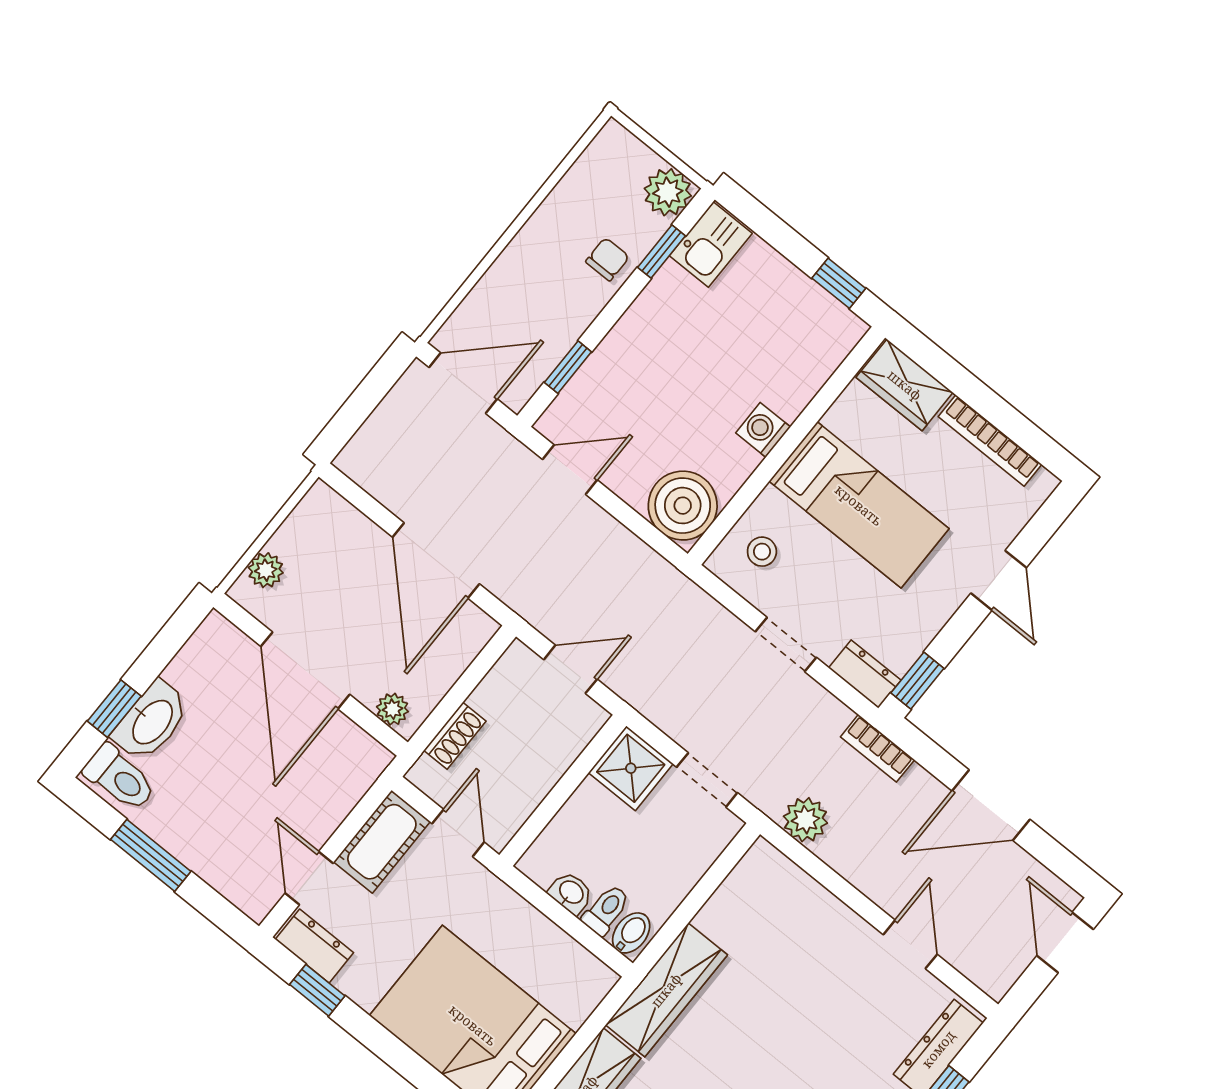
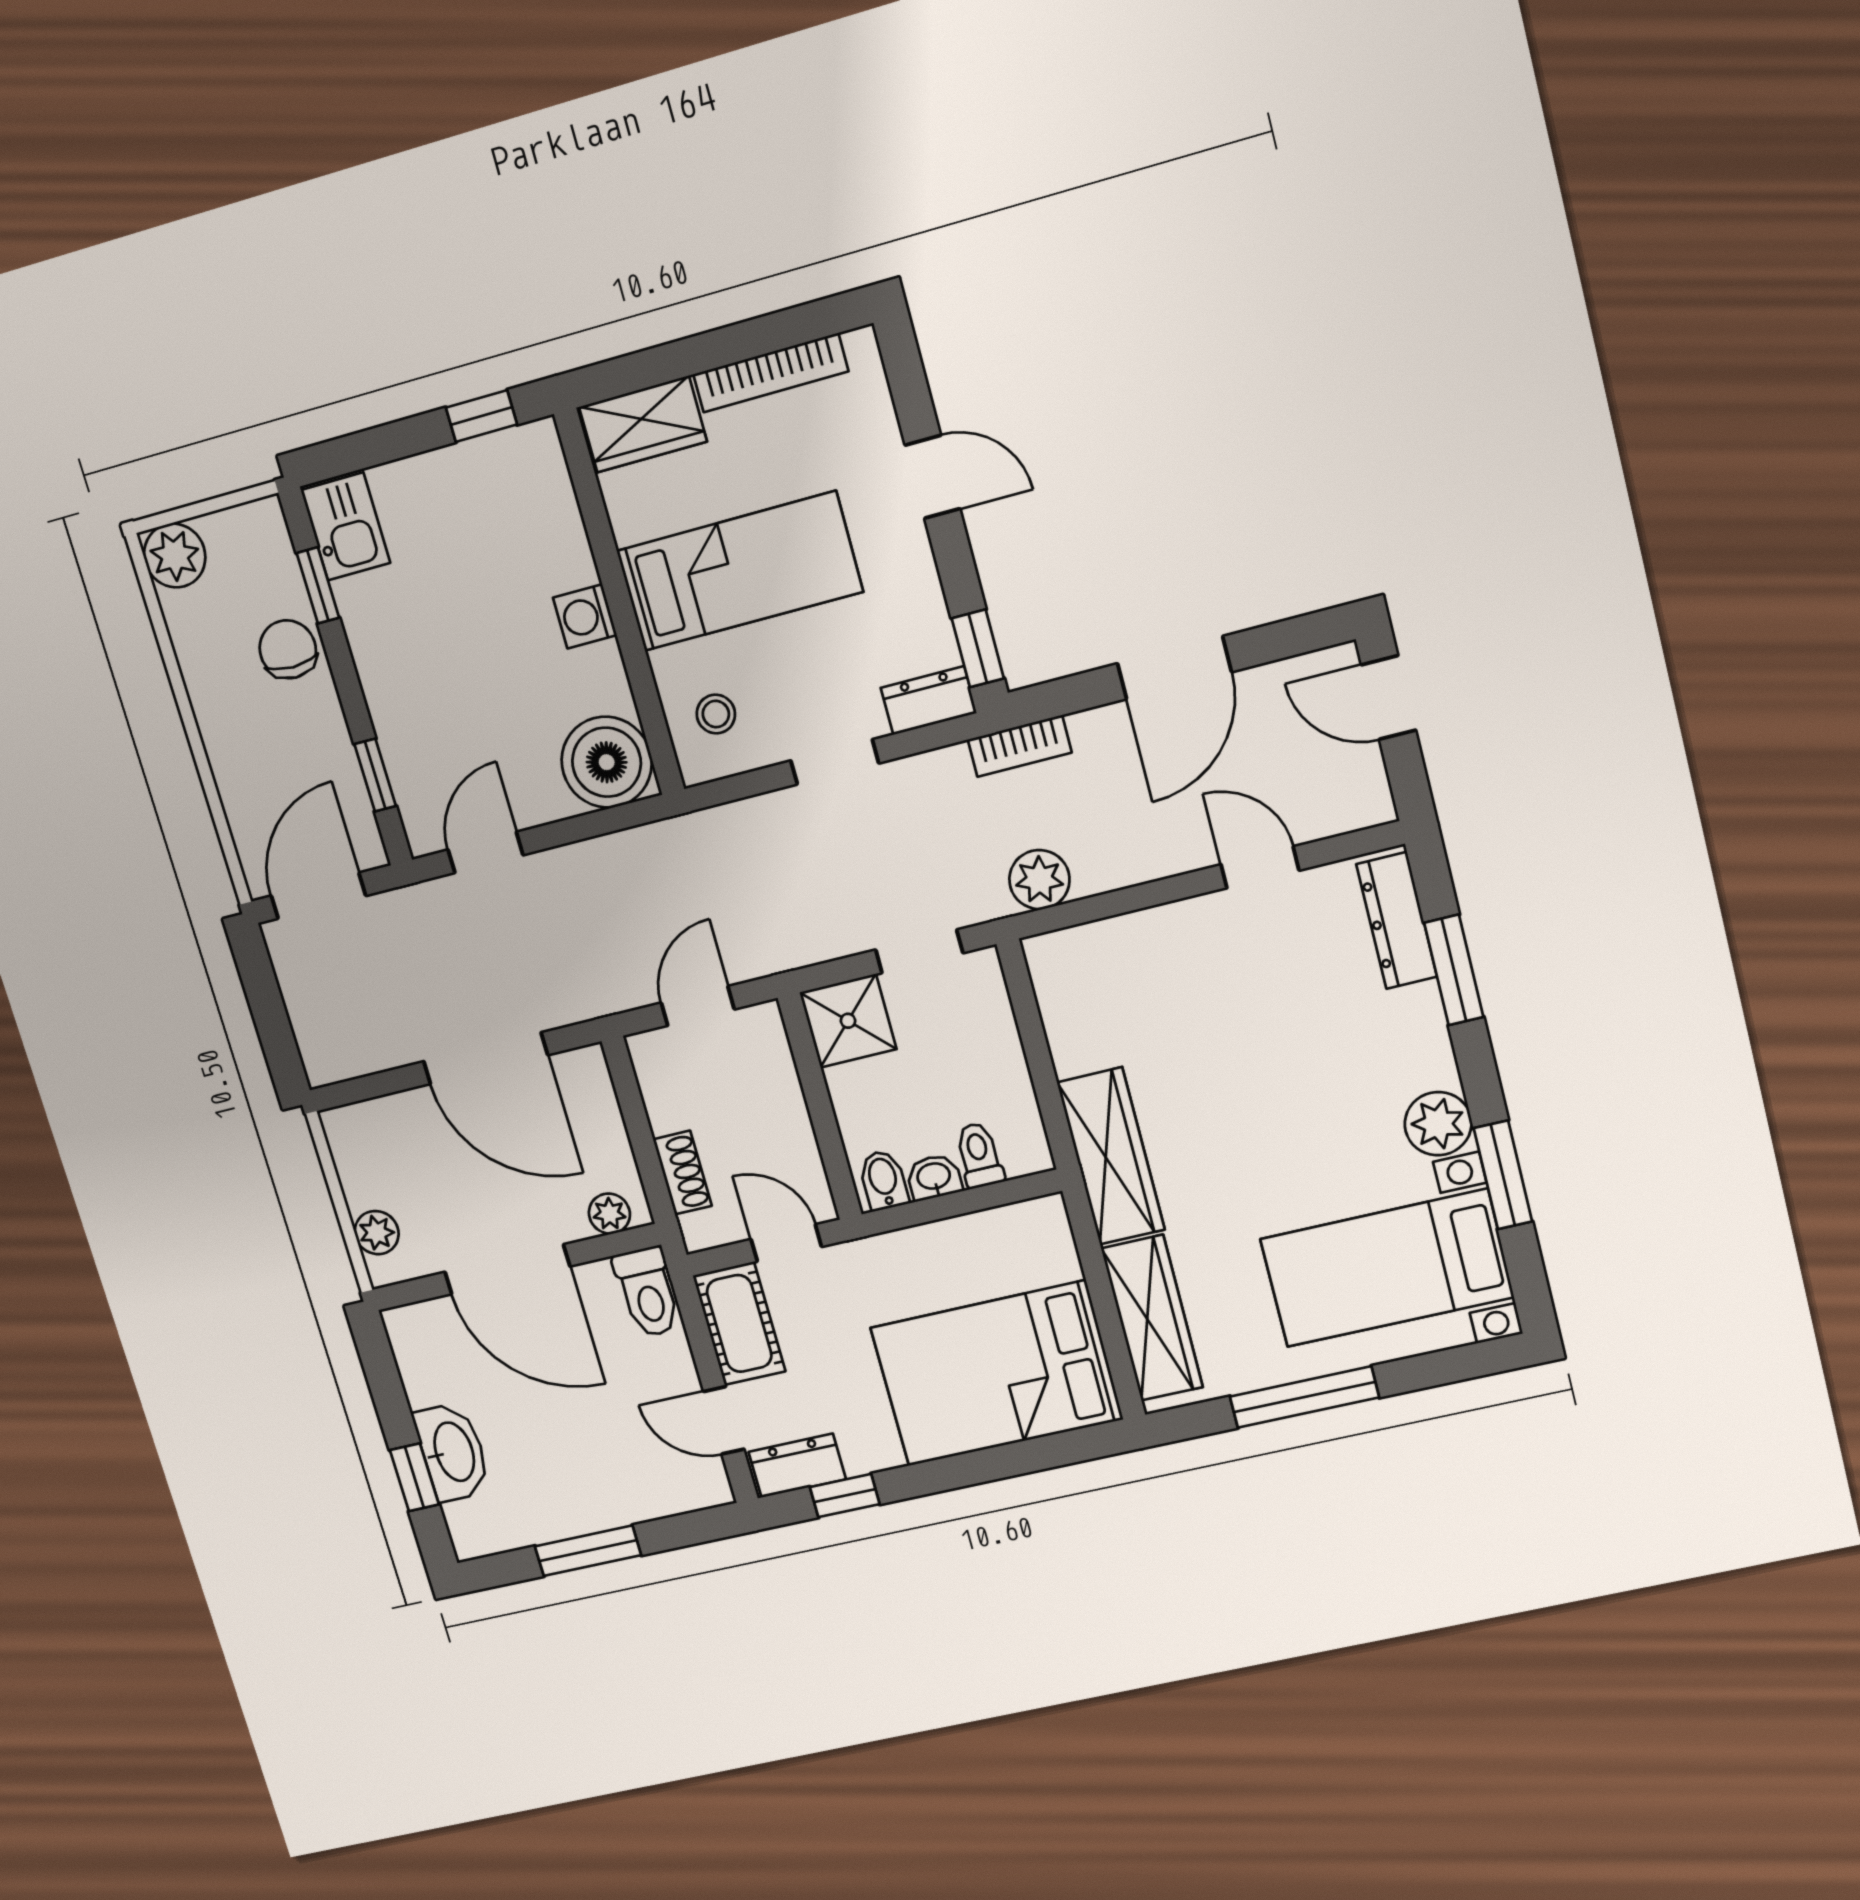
plant: (668, 192) -> (175, 556), moved
chair: (607, 259) -> (288, 649), width x1.37, depth x1.37
toilet: (120, 778) -> (648, 1292), moved, turned 90
bidet: (631, 933) -> (883, 1180), moved

